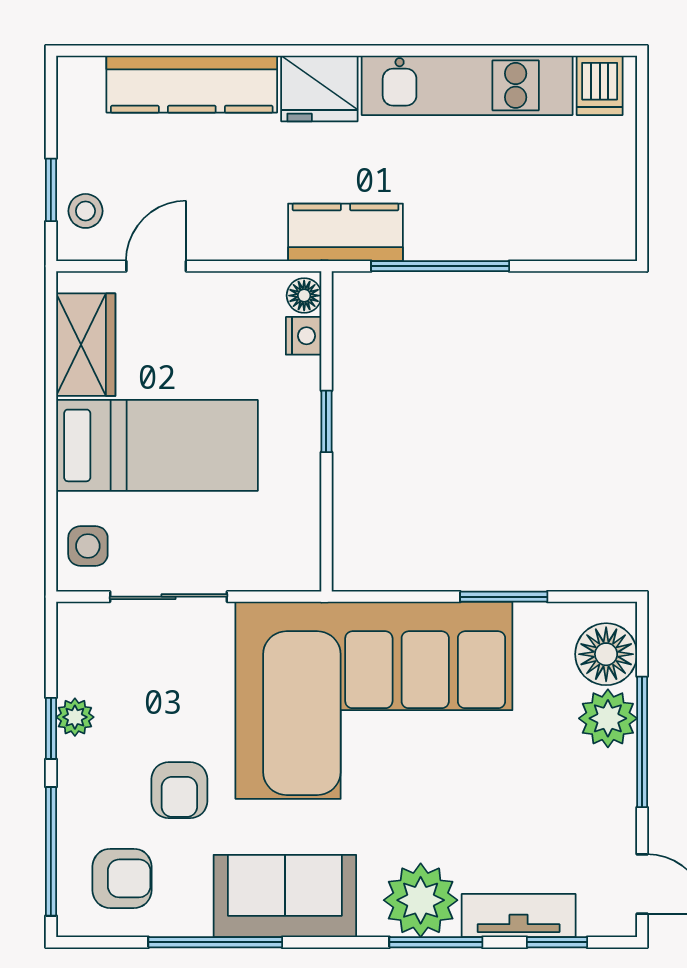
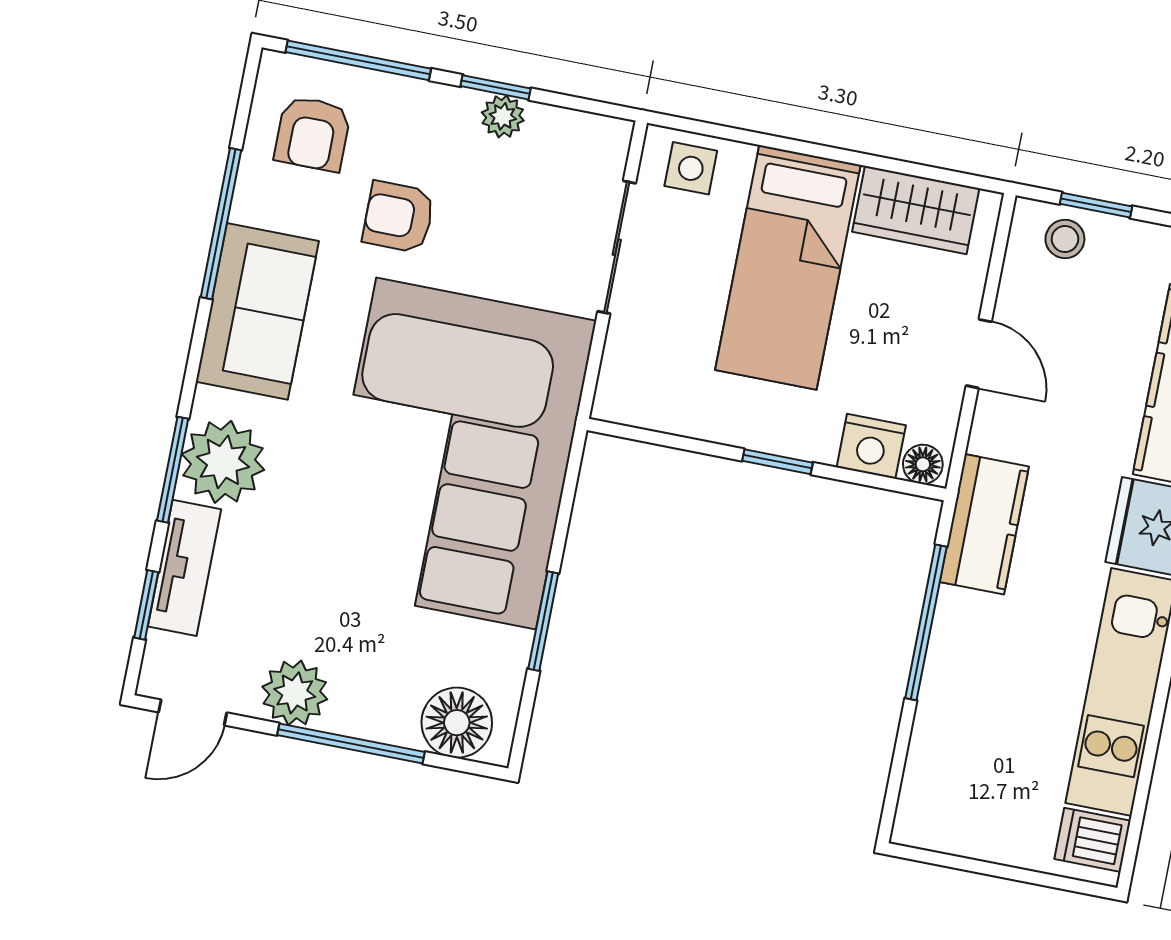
door: (156, 266) -> (979, 354), moved
nightstand: (304, 336) -> (871, 446), width x1.39, depth x1.35
plant: (608, 718) -> (295, 693), moved

